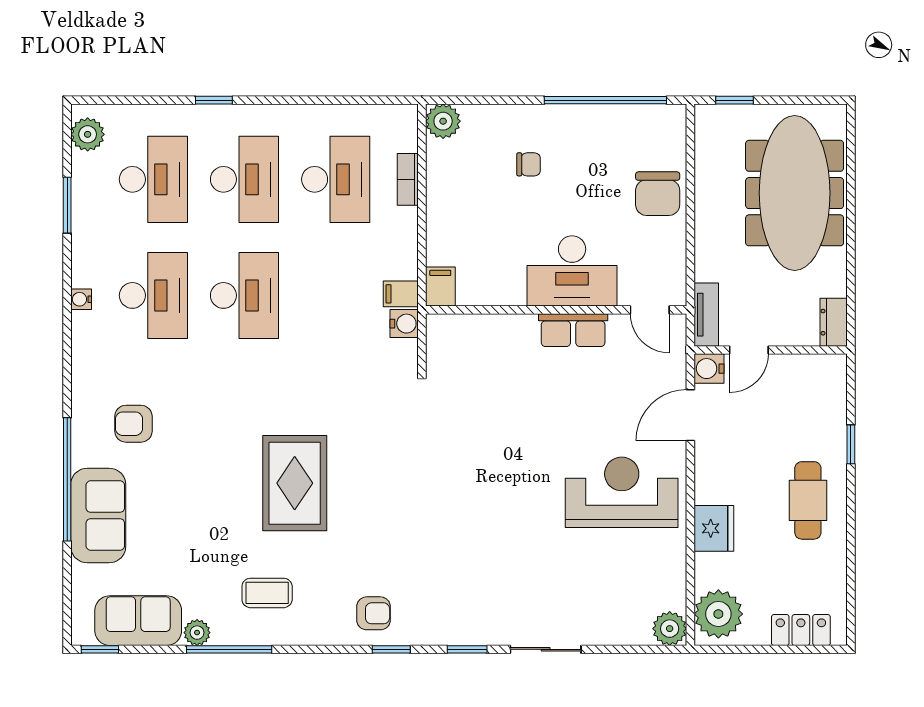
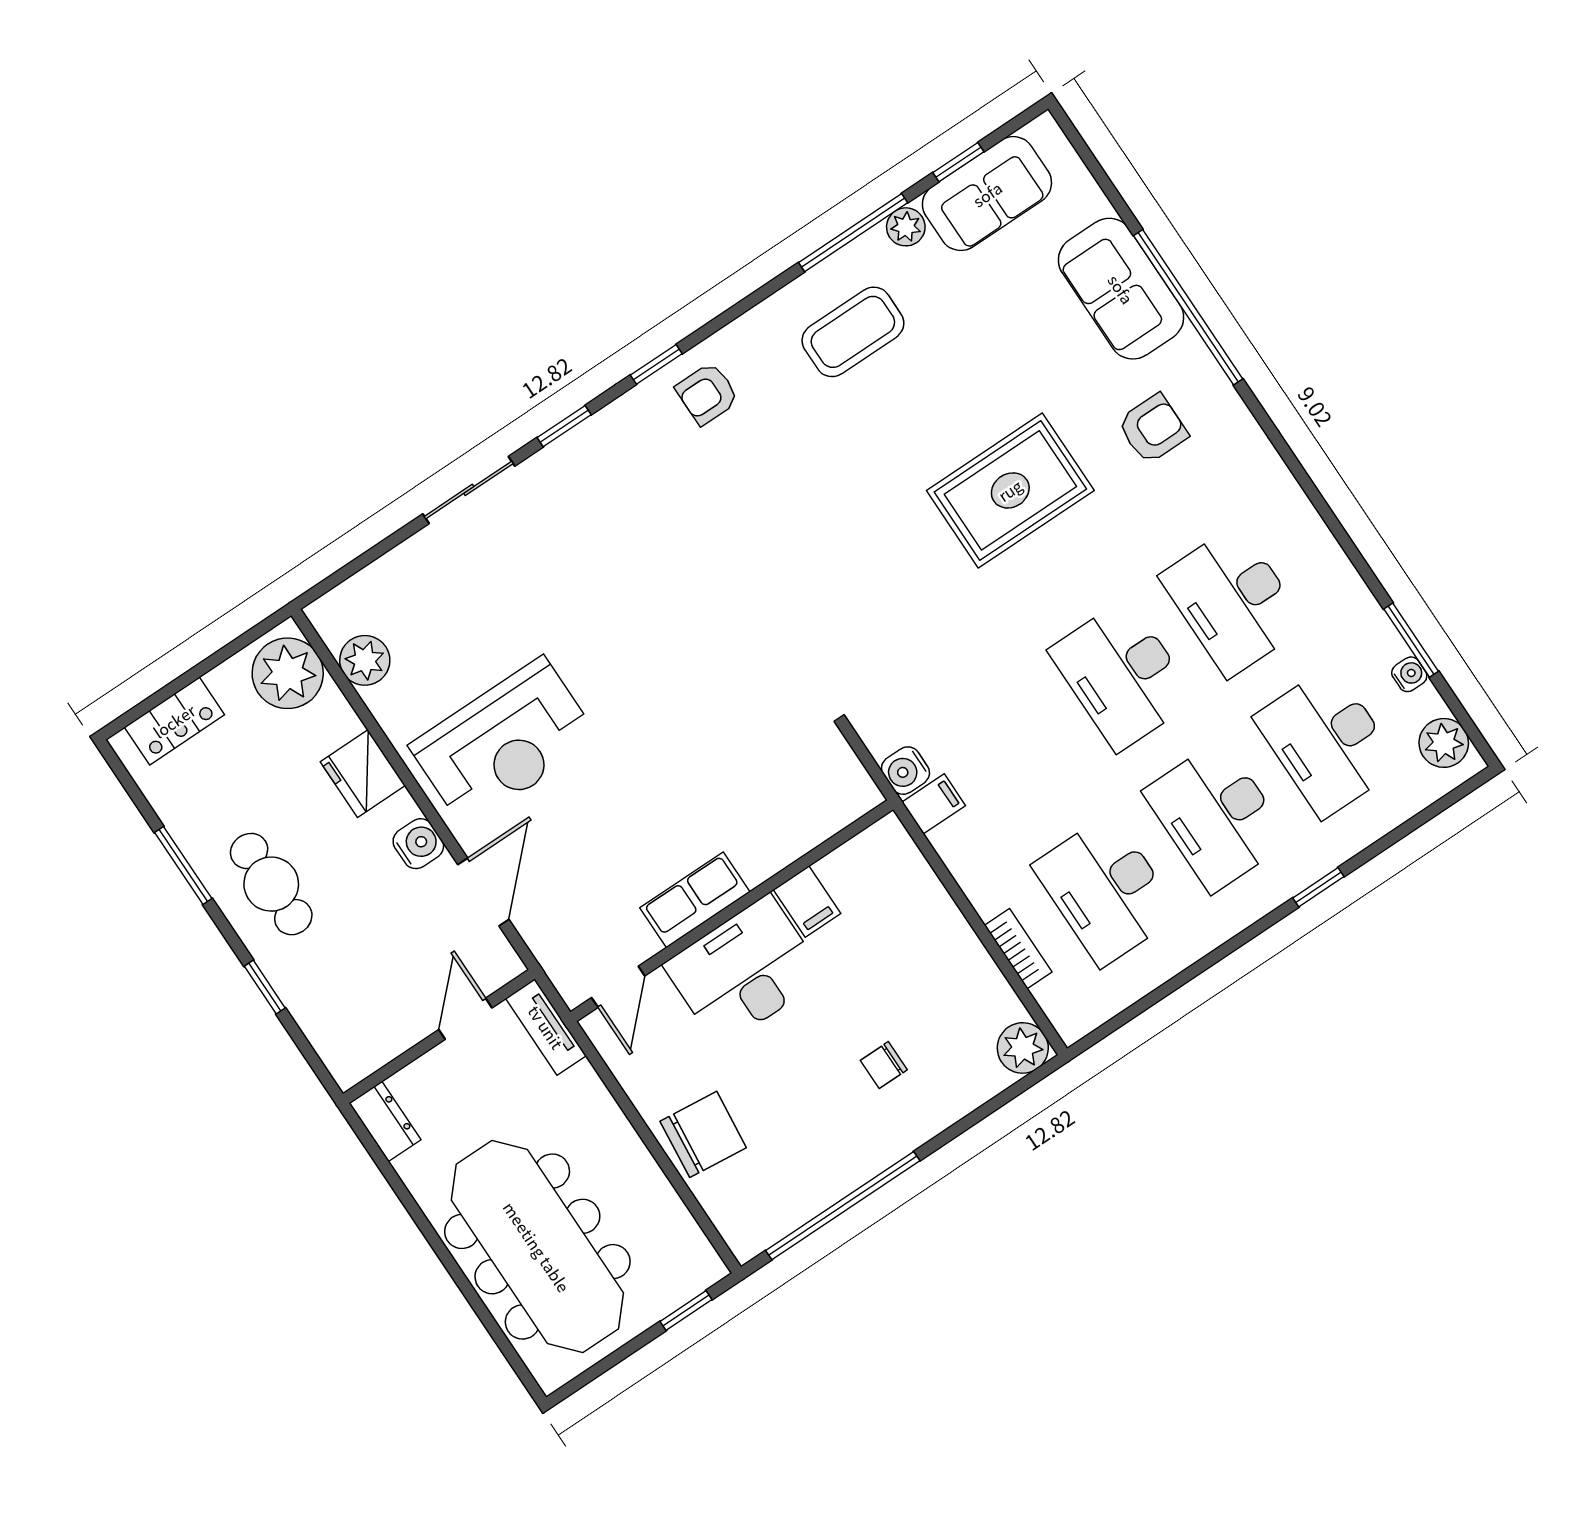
chair: (658, 194) -> (703, 1134), turned 96
filing cabinet: (440, 287) -> (807, 902), moved
water cooler: (81, 299) -> (1409, 674), moved
door: (650, 310) -> (618, 987), swing flipped
water cooler: (709, 369) -> (418, 844), moved
rug: (295, 483) -> (1010, 490), moved, turned 90
window: (851, 544) -> (183, 865), added
coffee table: (267, 593) -> (853, 332), width x1.36, depth x1.30
plant: (670, 629) -> (365, 660), moved
window: (100, 649) -> (958, 162), moved

